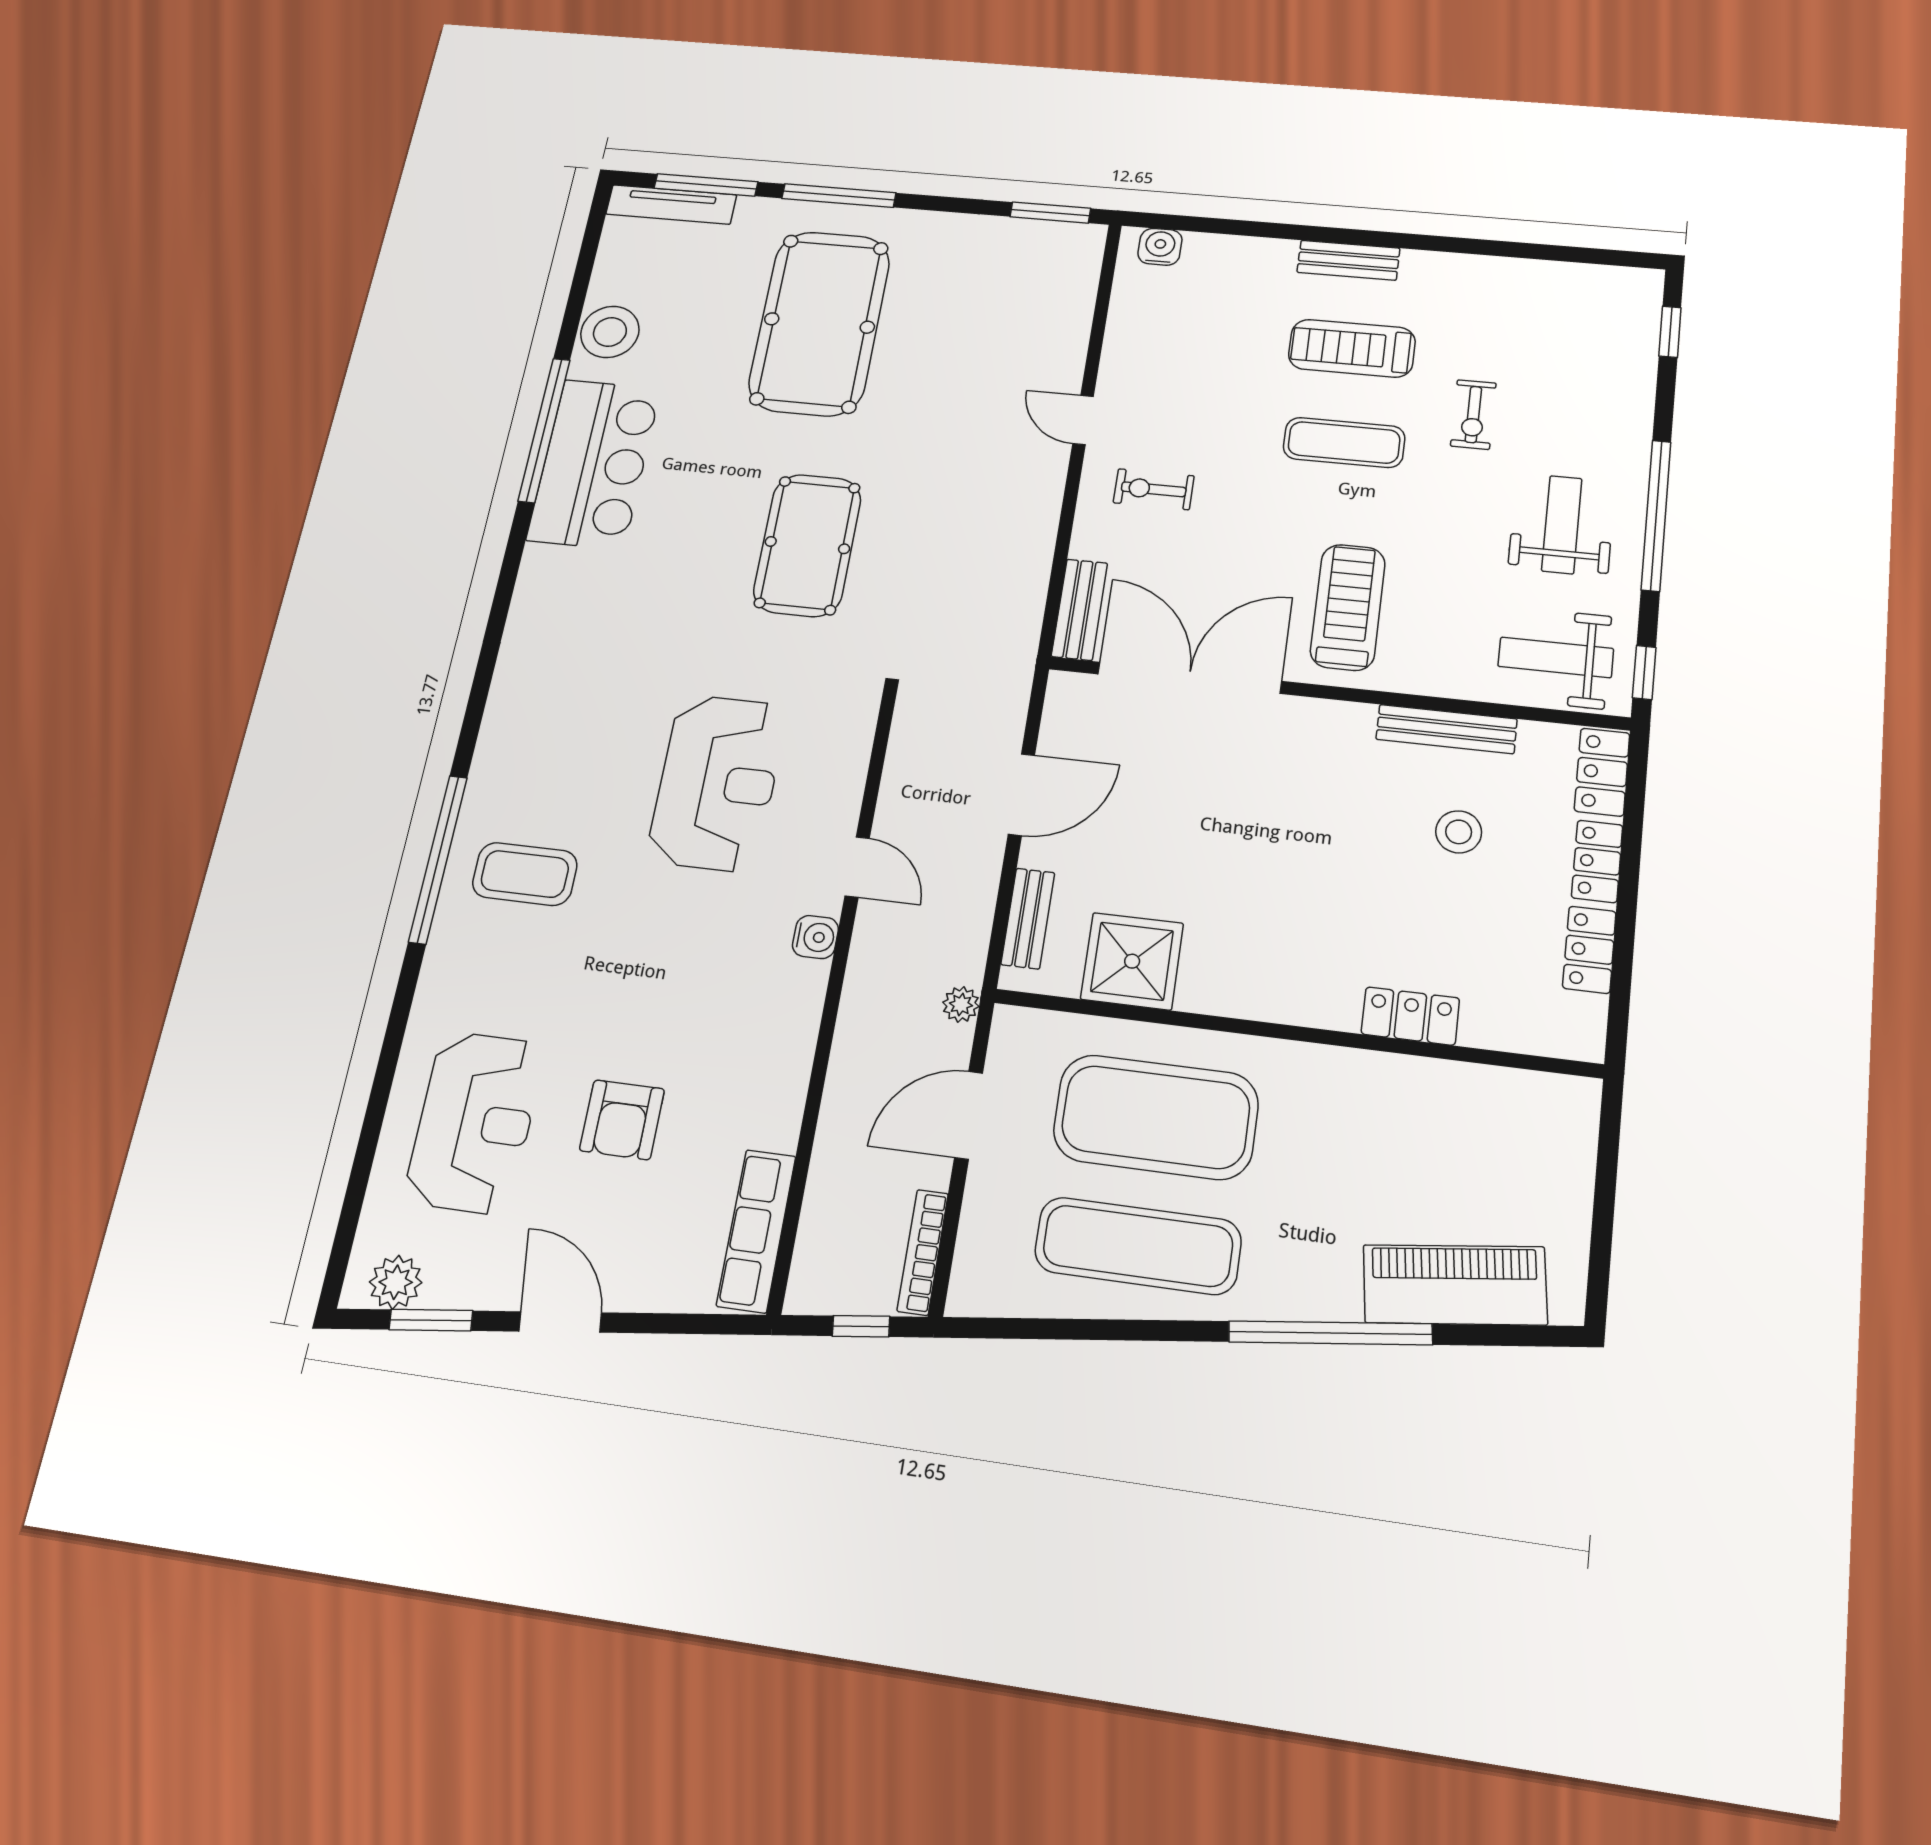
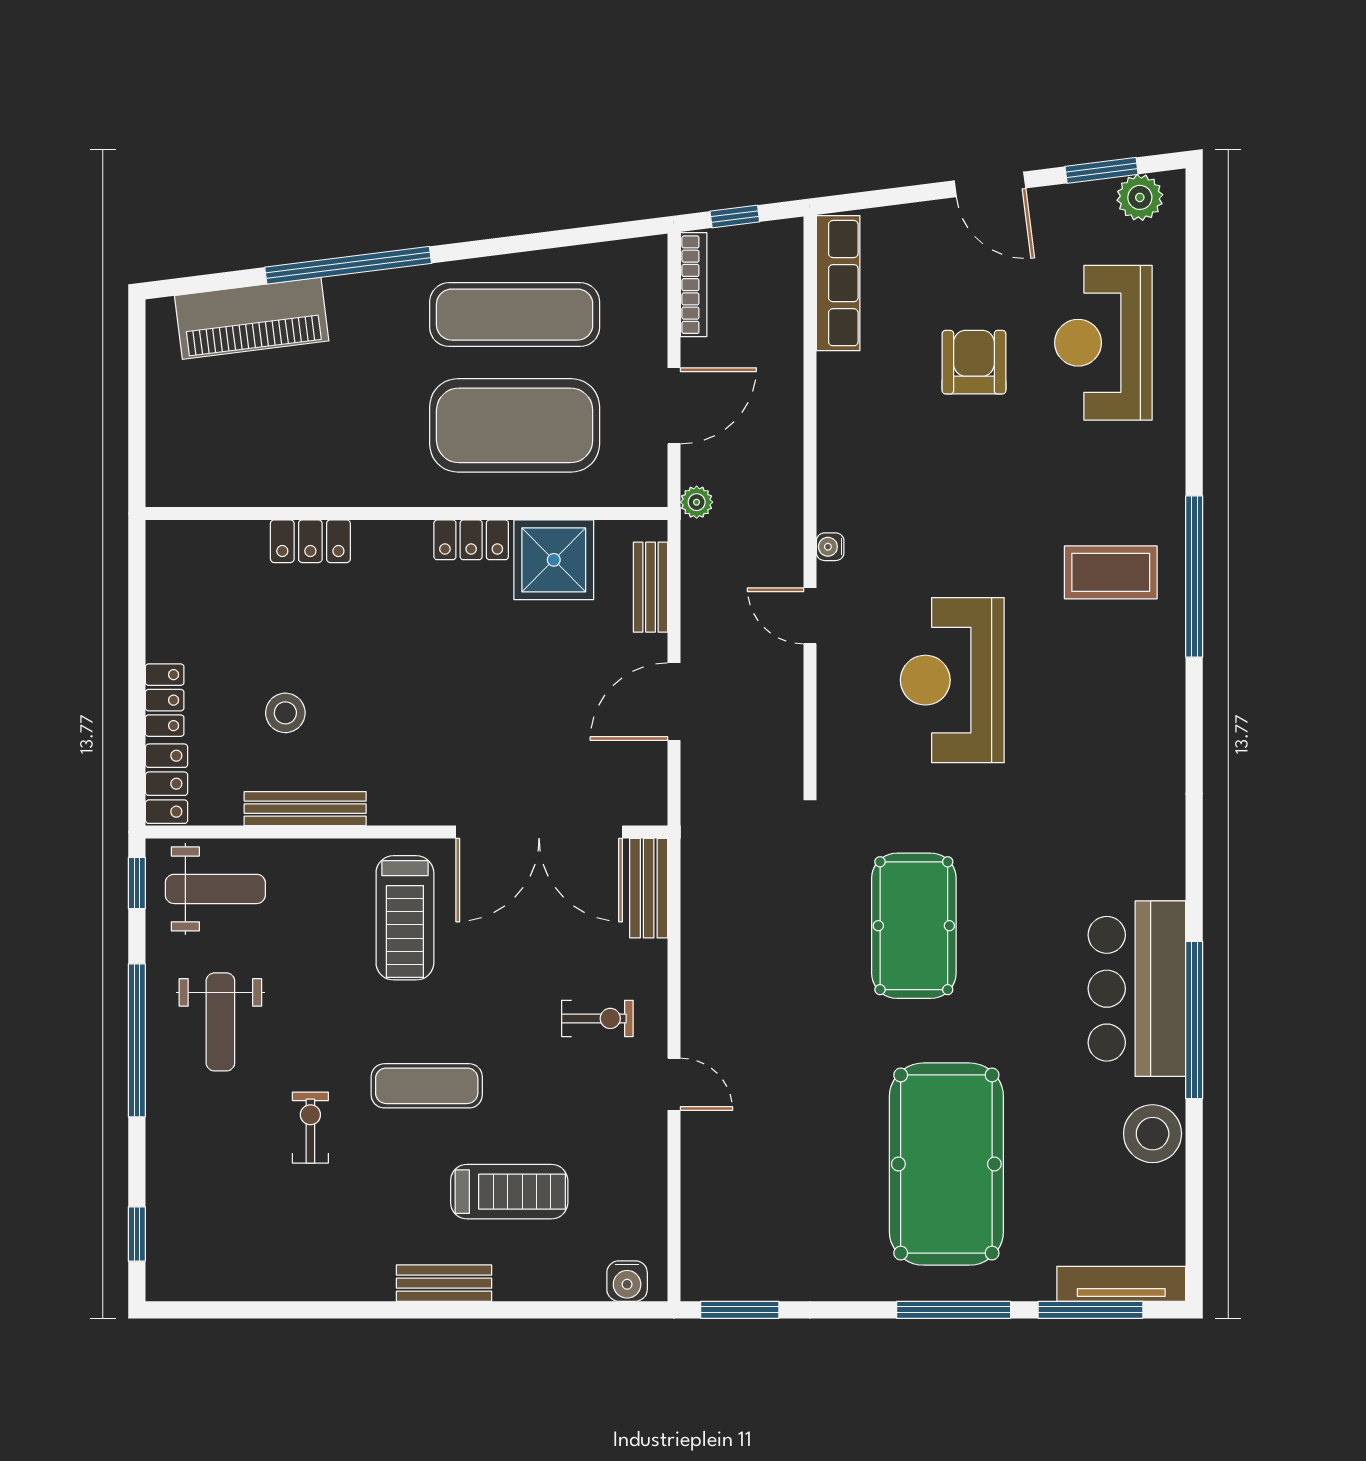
treadmill: (1352, 348) -> (509, 1192), moved
water cooler: (815, 937) -> (830, 547), width x0.72, depth x0.72
locker: (1589, 950) -> (471, 540), moved, turned 90

